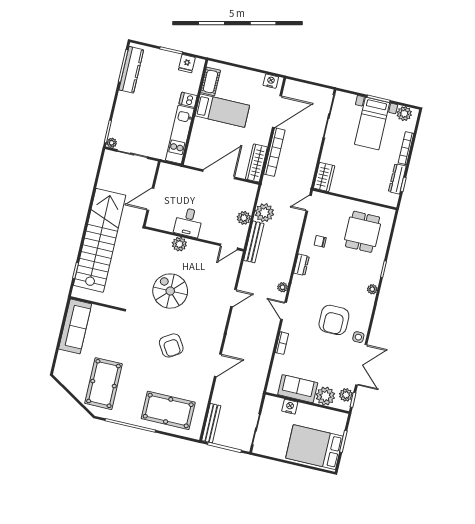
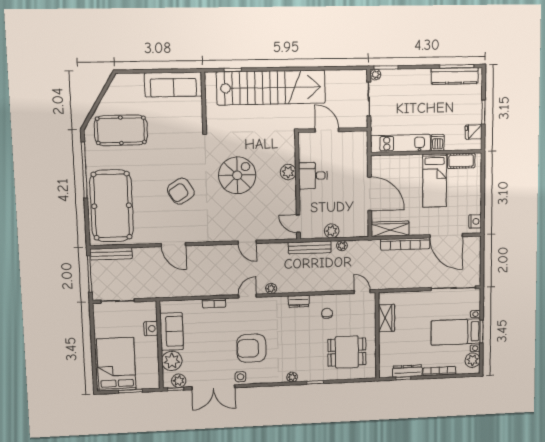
wardrobe: (324, 177) -> (387, 318), moved, turned -90
plant: (264, 213) -> (342, 246), width x0.53, depth x0.53
pool table: (168, 410) -> (112, 206), width x1.36, depth x1.32

